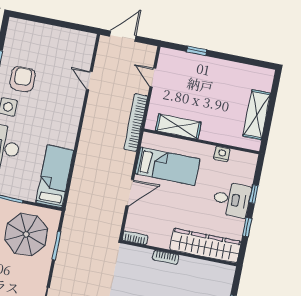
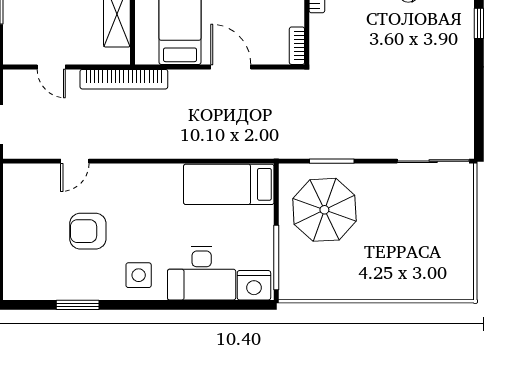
door: (153, 77) -> (51, 67), hinge flipped
armchair: (23, 79) -> (88, 231), moved

